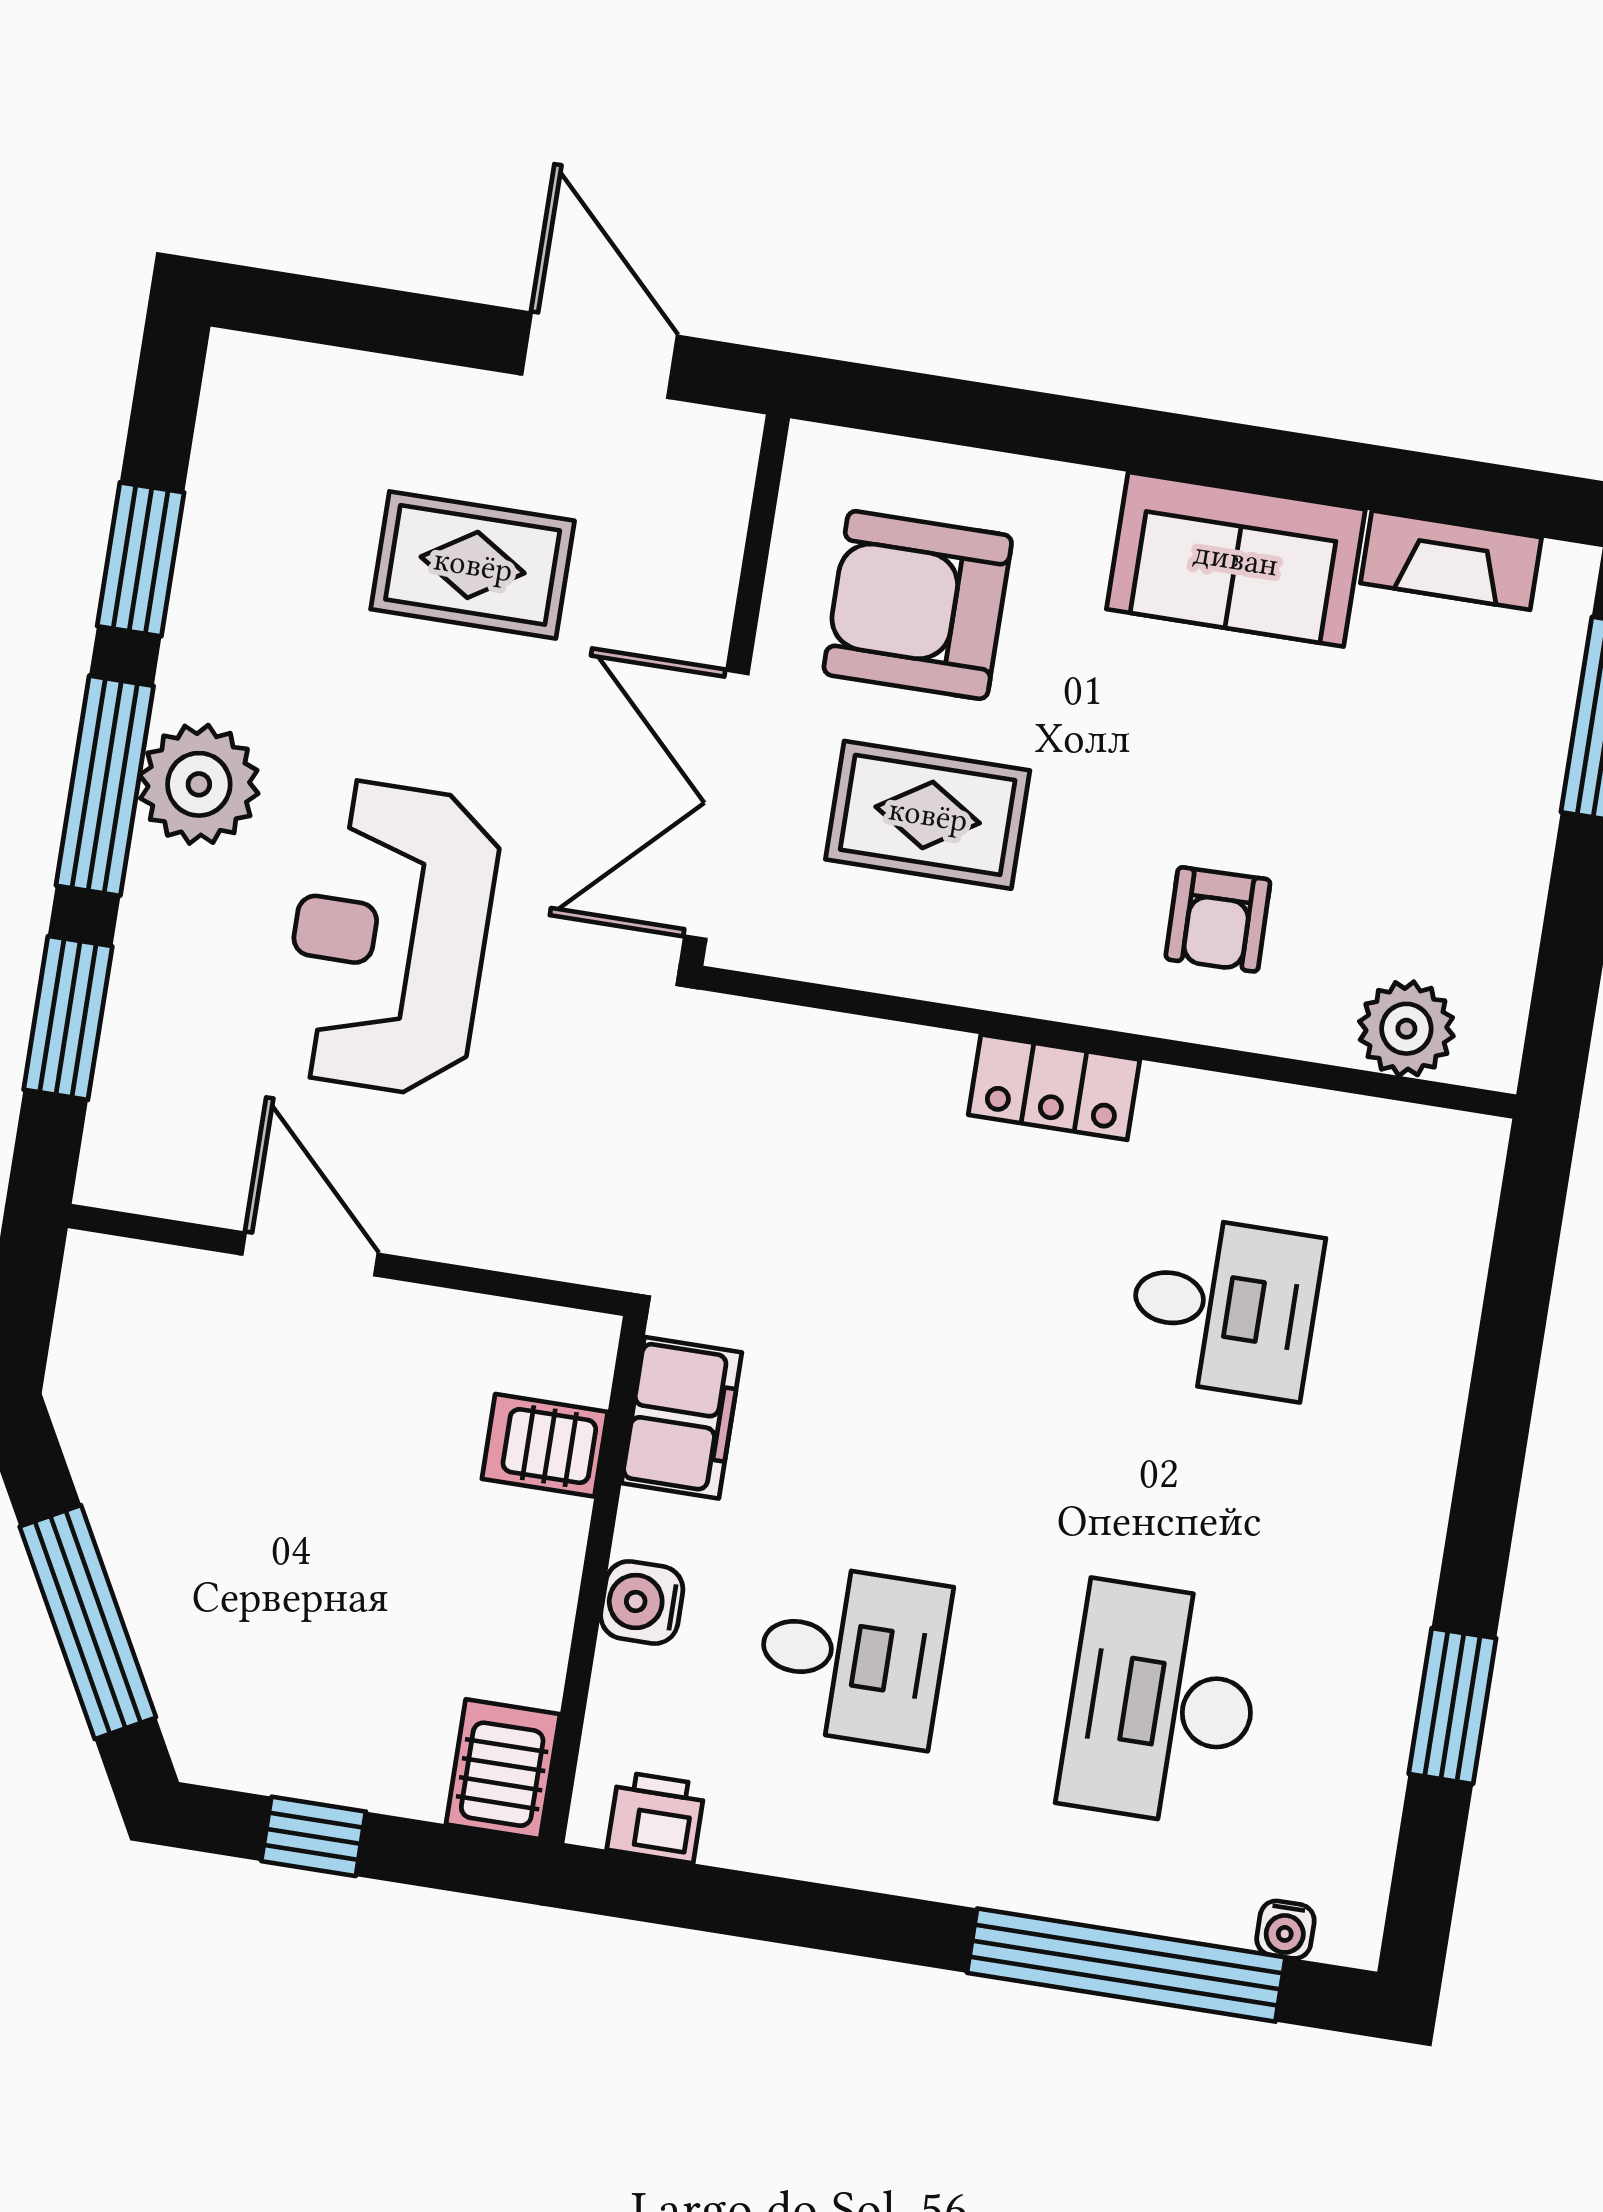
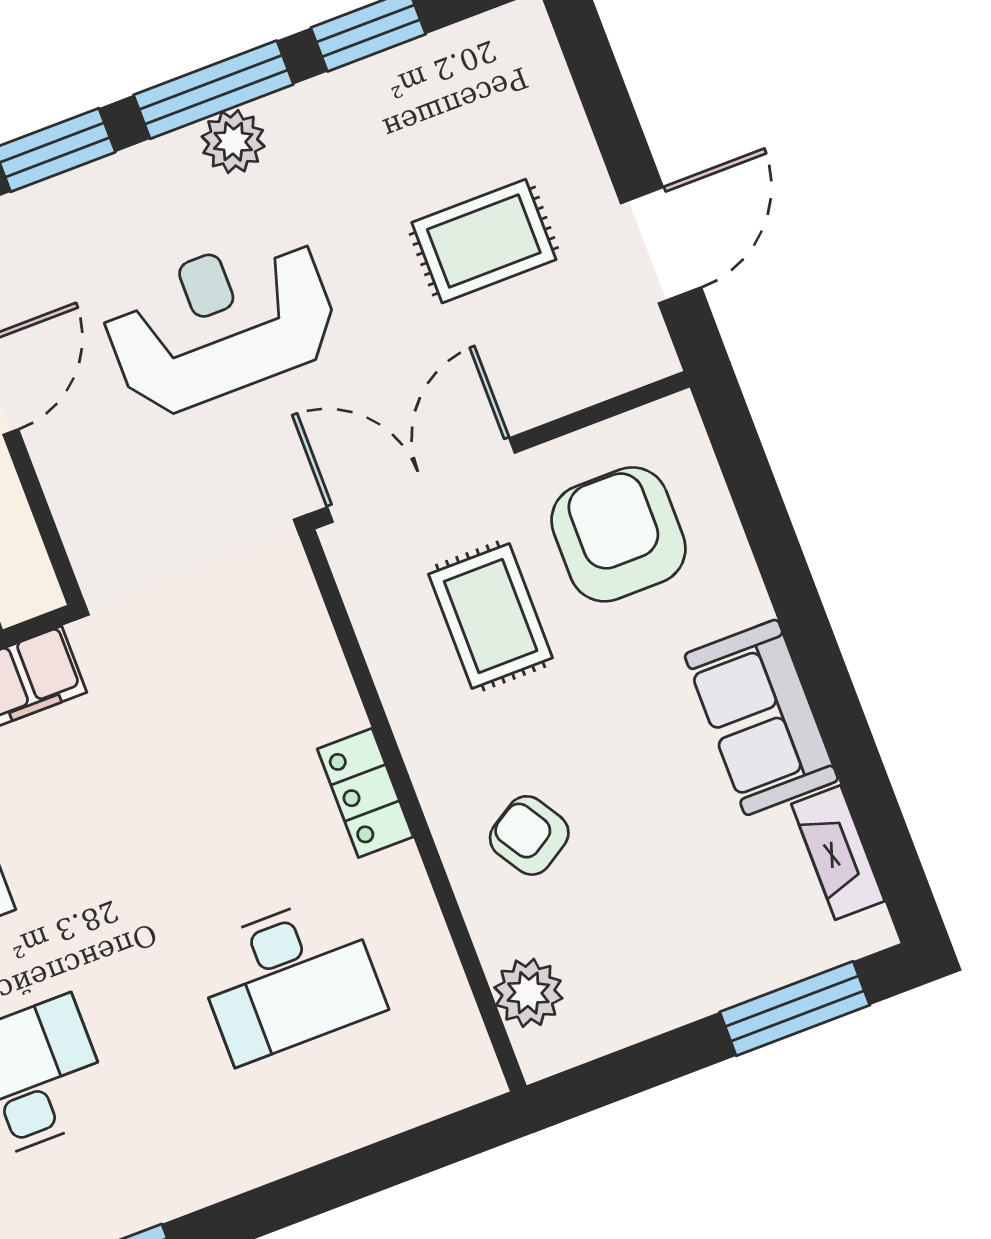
rug: (473, 565) -> (484, 241), turned 90
plant: (199, 784) -> (233, 141), width x0.73, depth x0.73
armchair: (1218, 919) -> (529, 835), turned 59
desk: (1224, 1306) -> (289, 978), width x1.37

